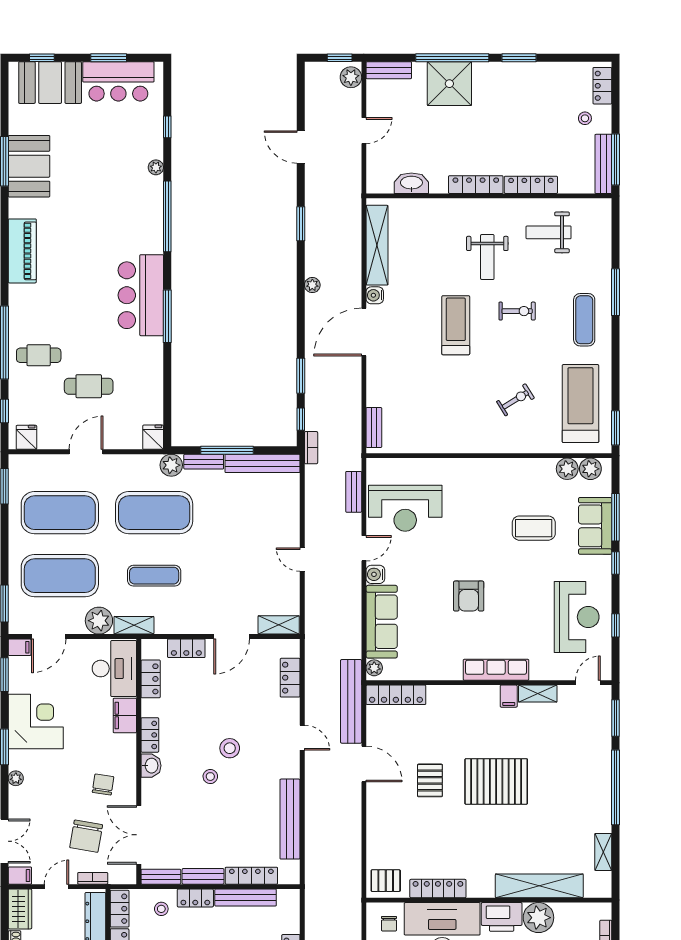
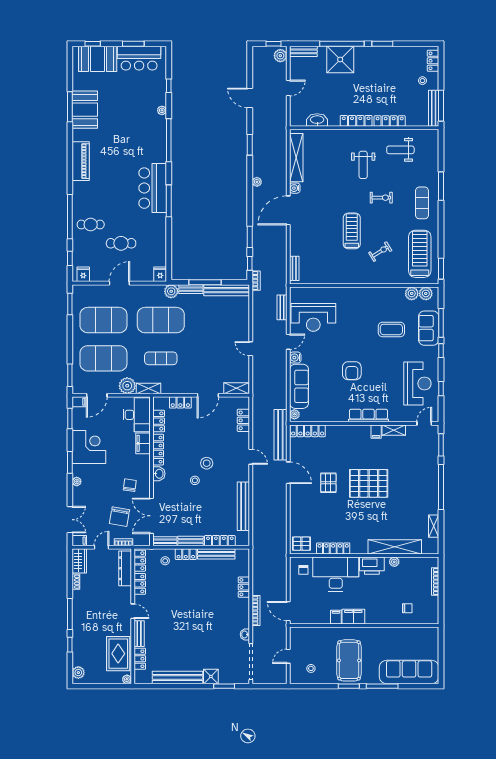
treadmill: (456, 325) -> (352, 231), moved
locker: (150, 735) -> (158, 450), width x1.53
plant: (538, 918) -> (394, 562), width x0.53, depth x0.53

